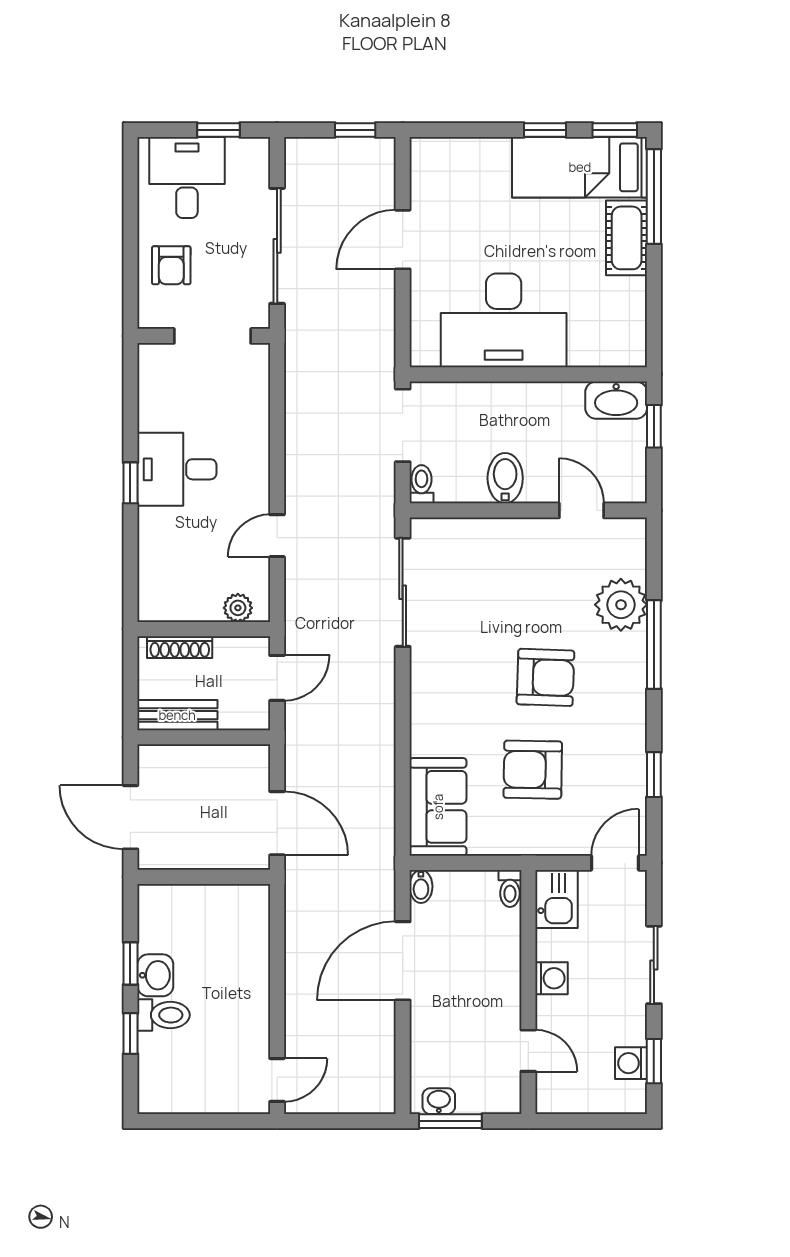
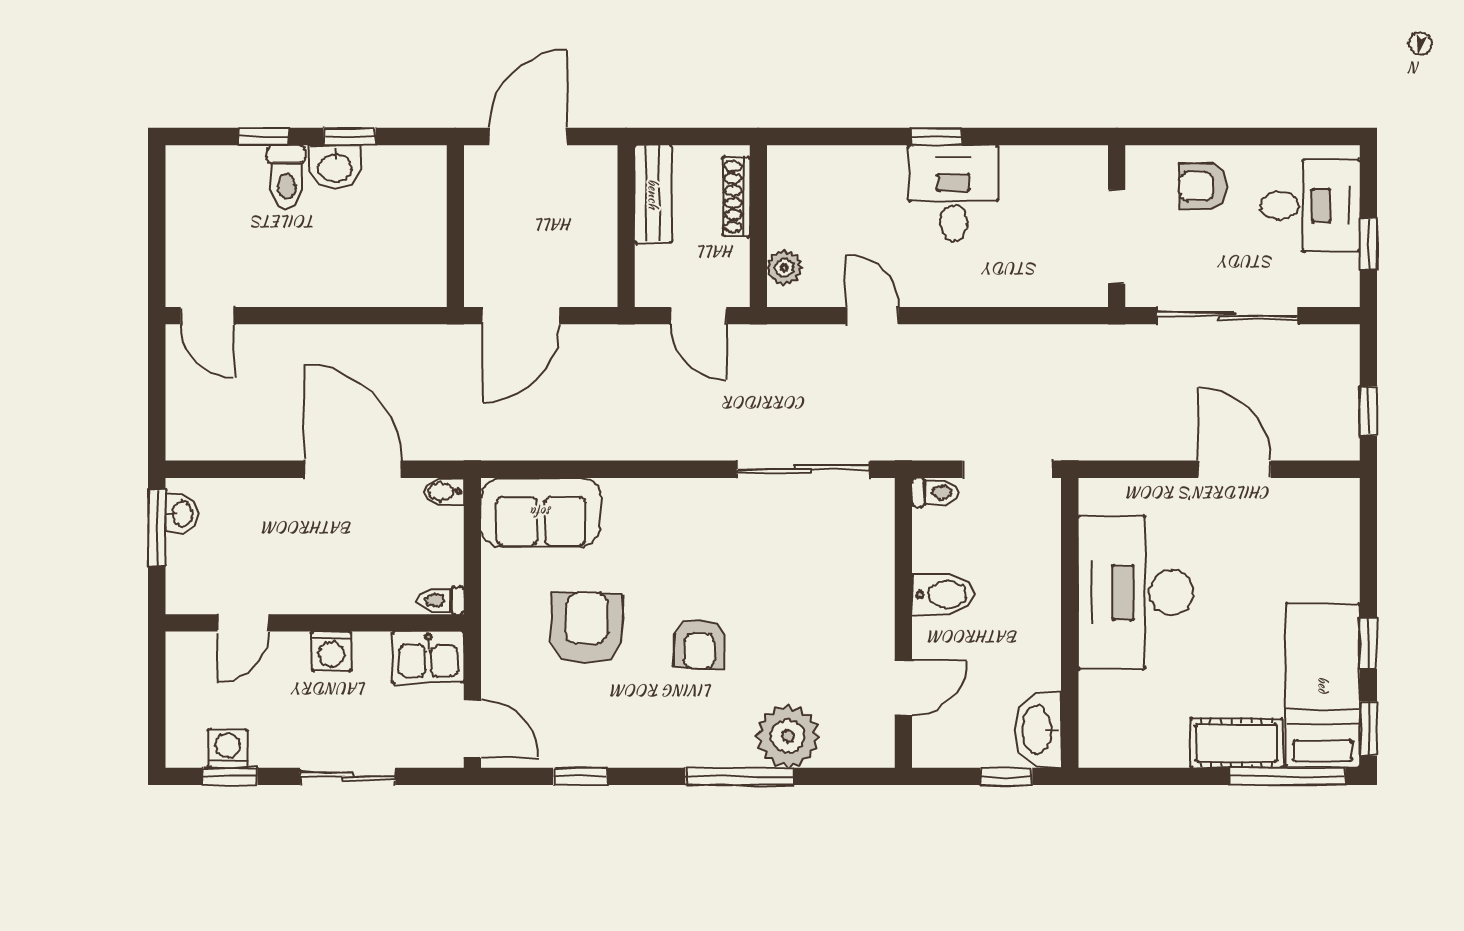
armchair: (545, 677) -> (699, 644), width x0.72, depth x0.72

